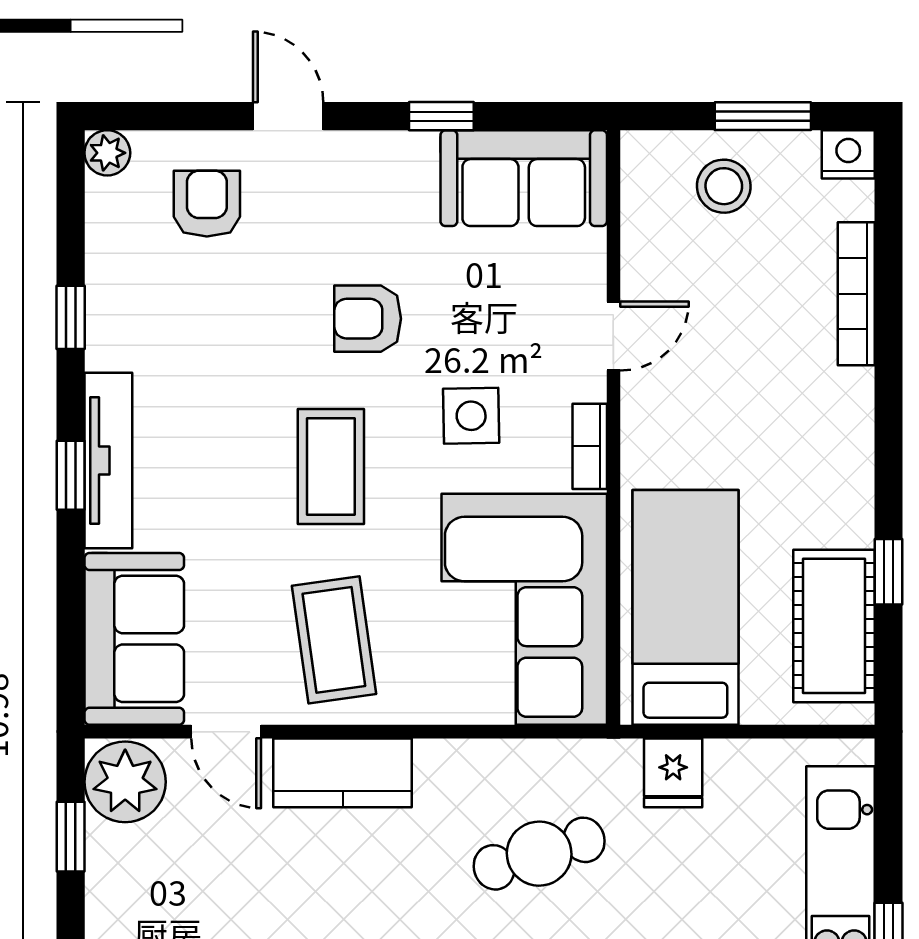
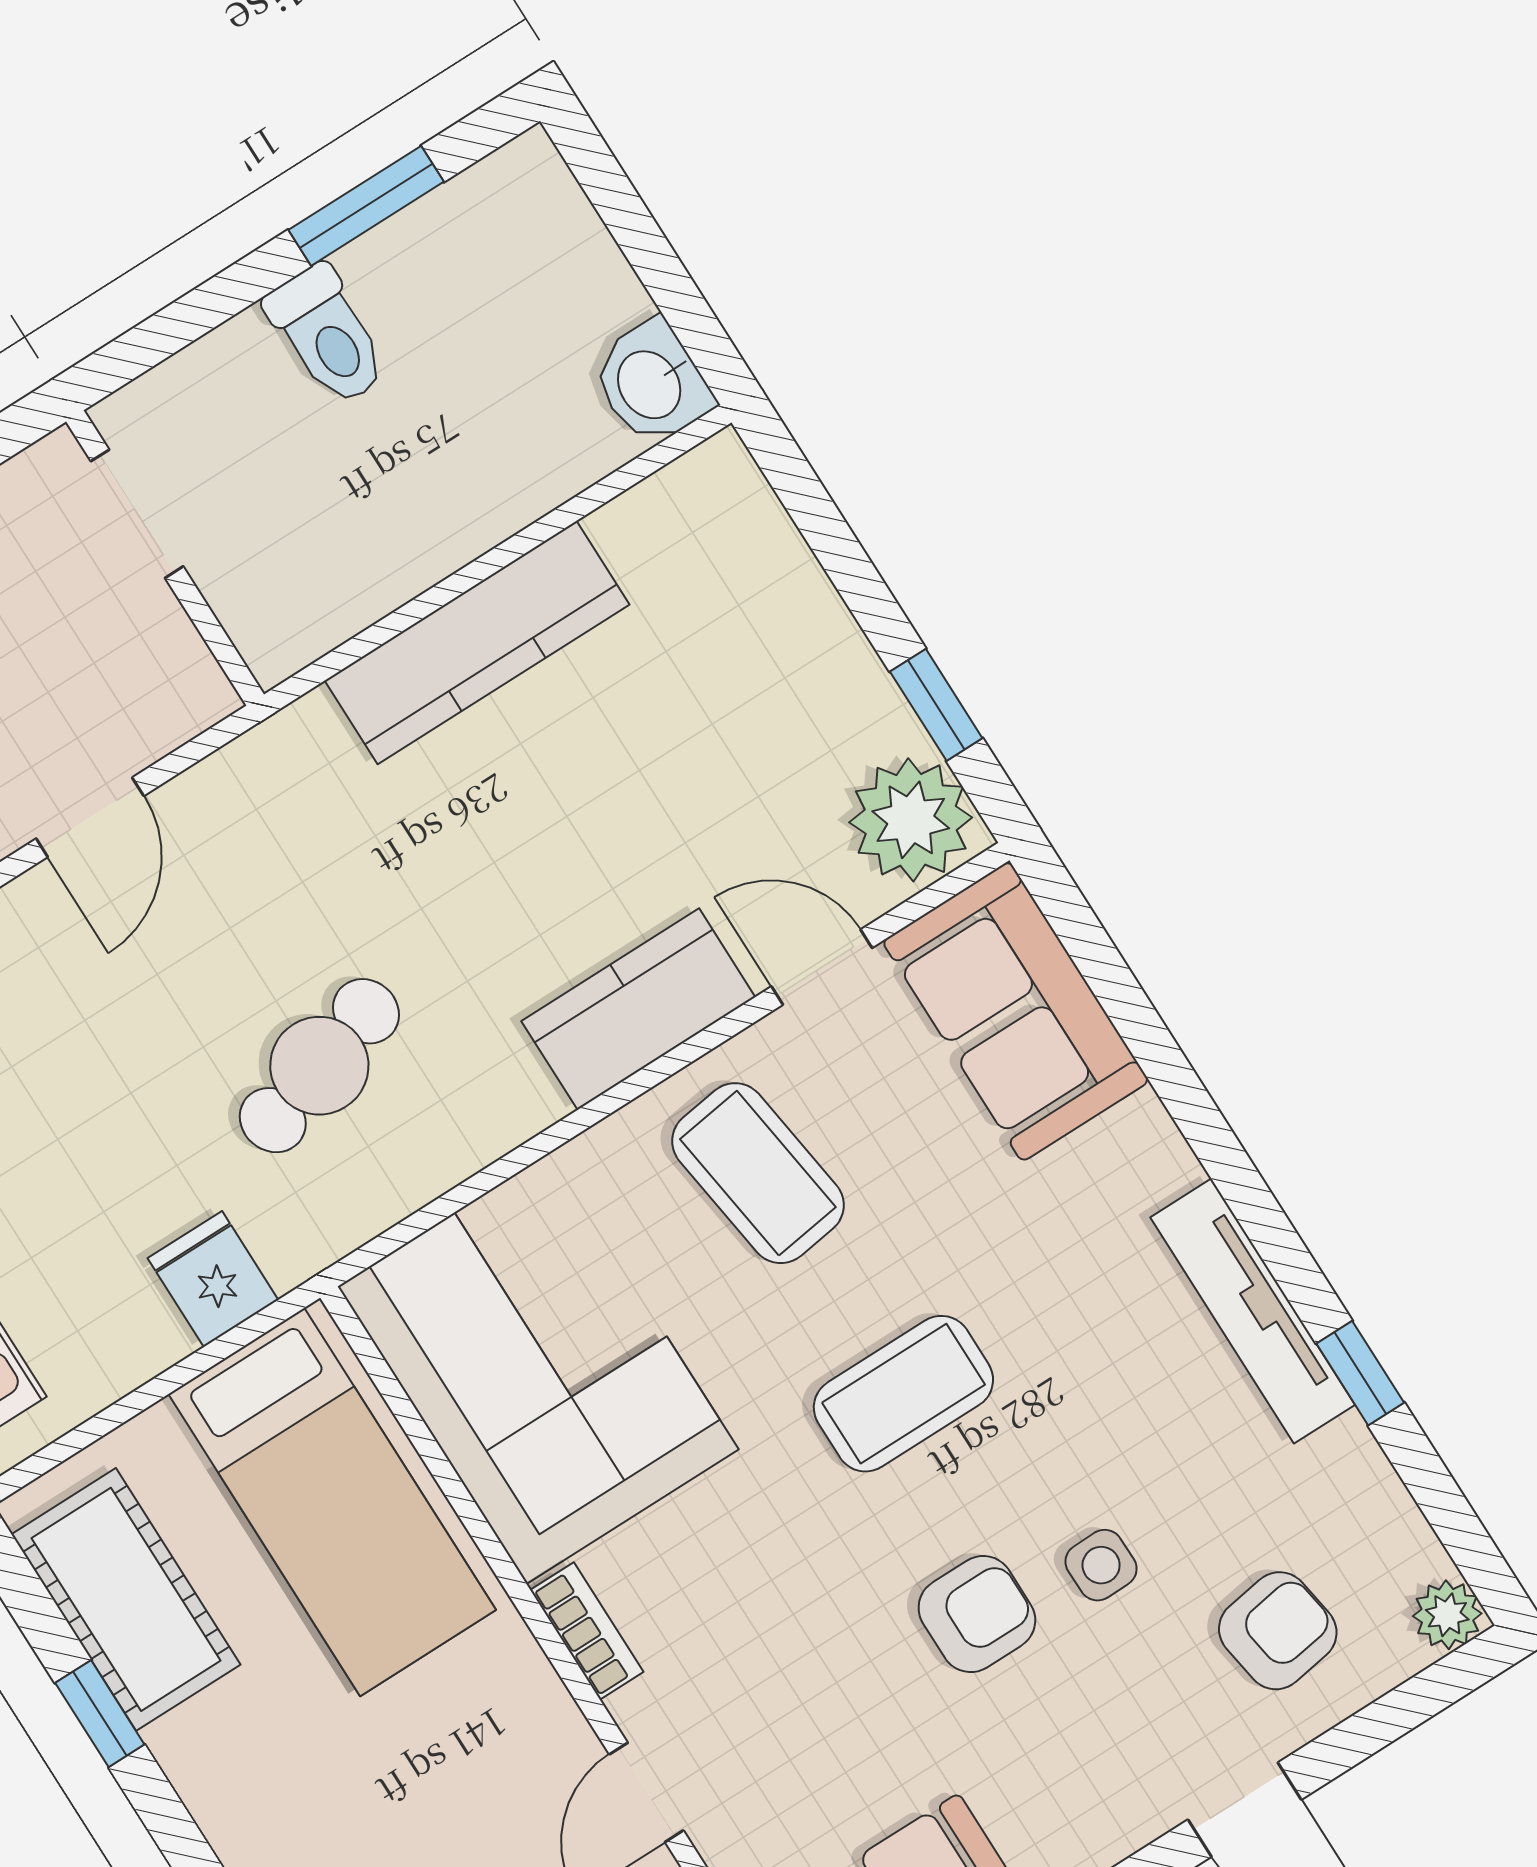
armchair: (207, 204) -> (1278, 1631), turned -99
side table: (471, 416) -> (1101, 1565), moved, width x0.73, depth x0.73
tv unit: (108, 460) -> (1253, 1311), moved
coffee table: (331, 467) -> (903, 1394), turned 90
window: (71, 475) -> (1231, 1170), removed

